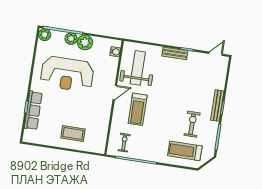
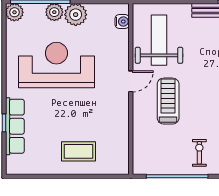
reception desk: (67, 74) -> (56, 65), turned 180
treadmill: (138, 109) -> (168, 101), turned 180
exercise bike: (124, 143) -> (199, 153), moved

